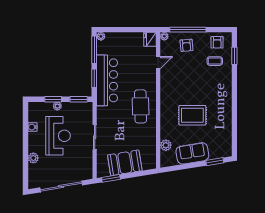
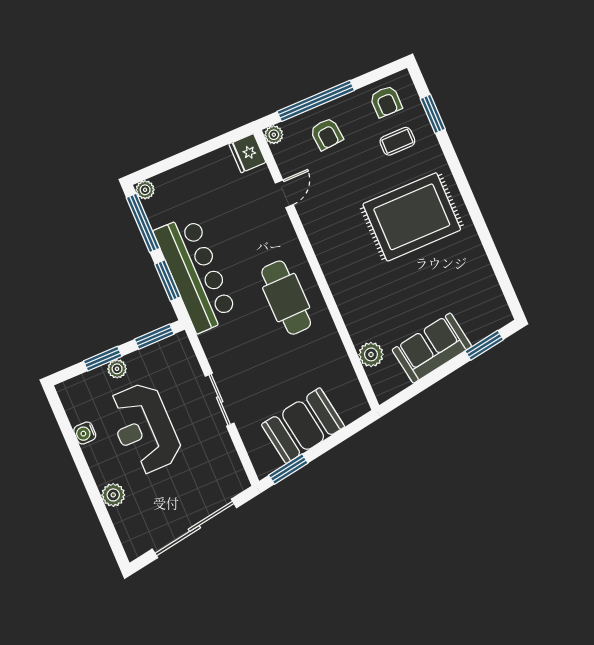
rug: (192, 115) -> (412, 217), moved, width x1.37, depth x1.44
reception desk: (58, 136) -> (144, 429), turned 180

